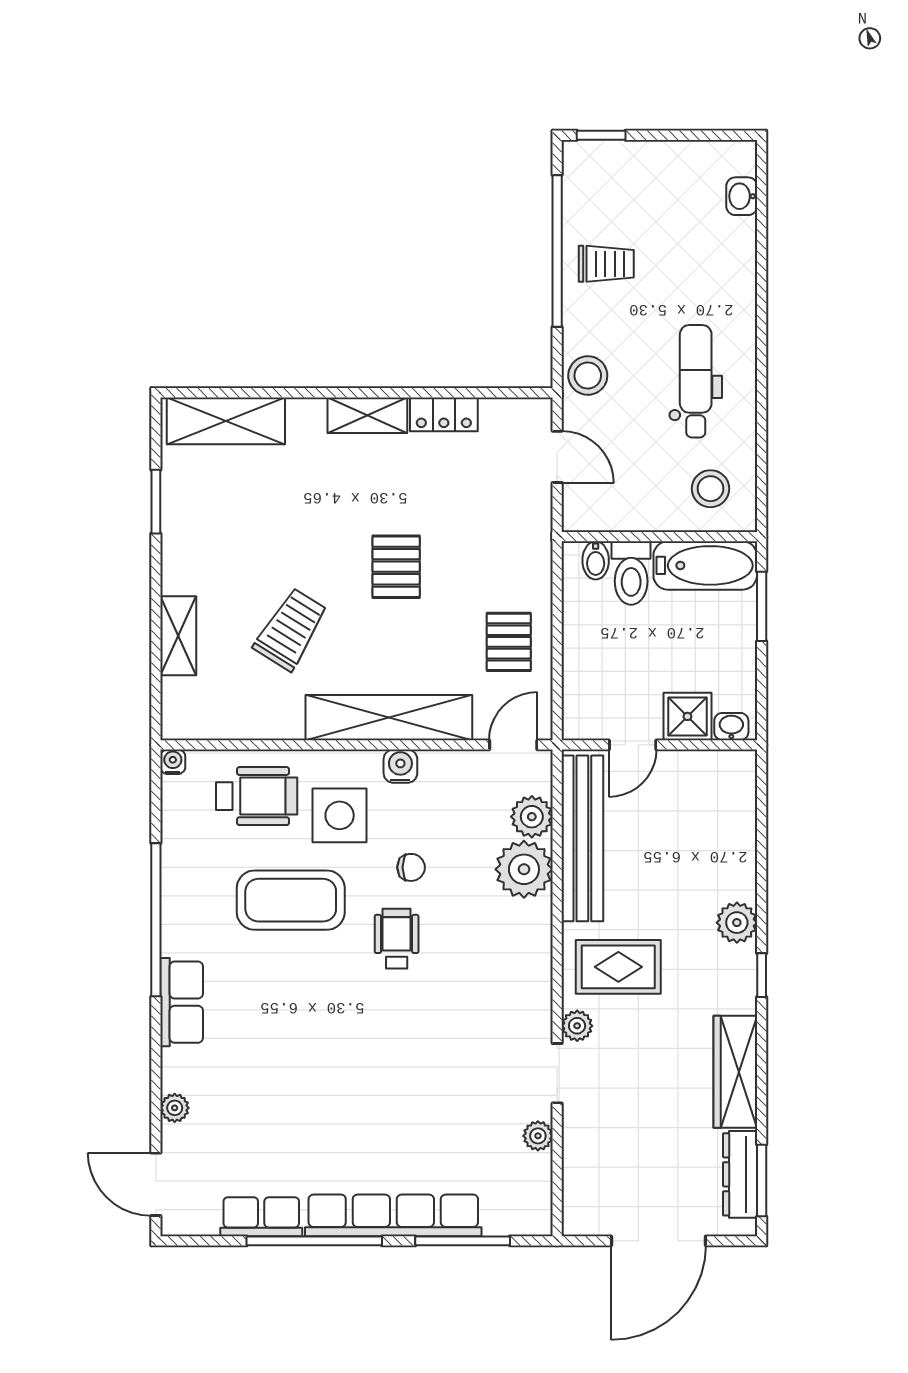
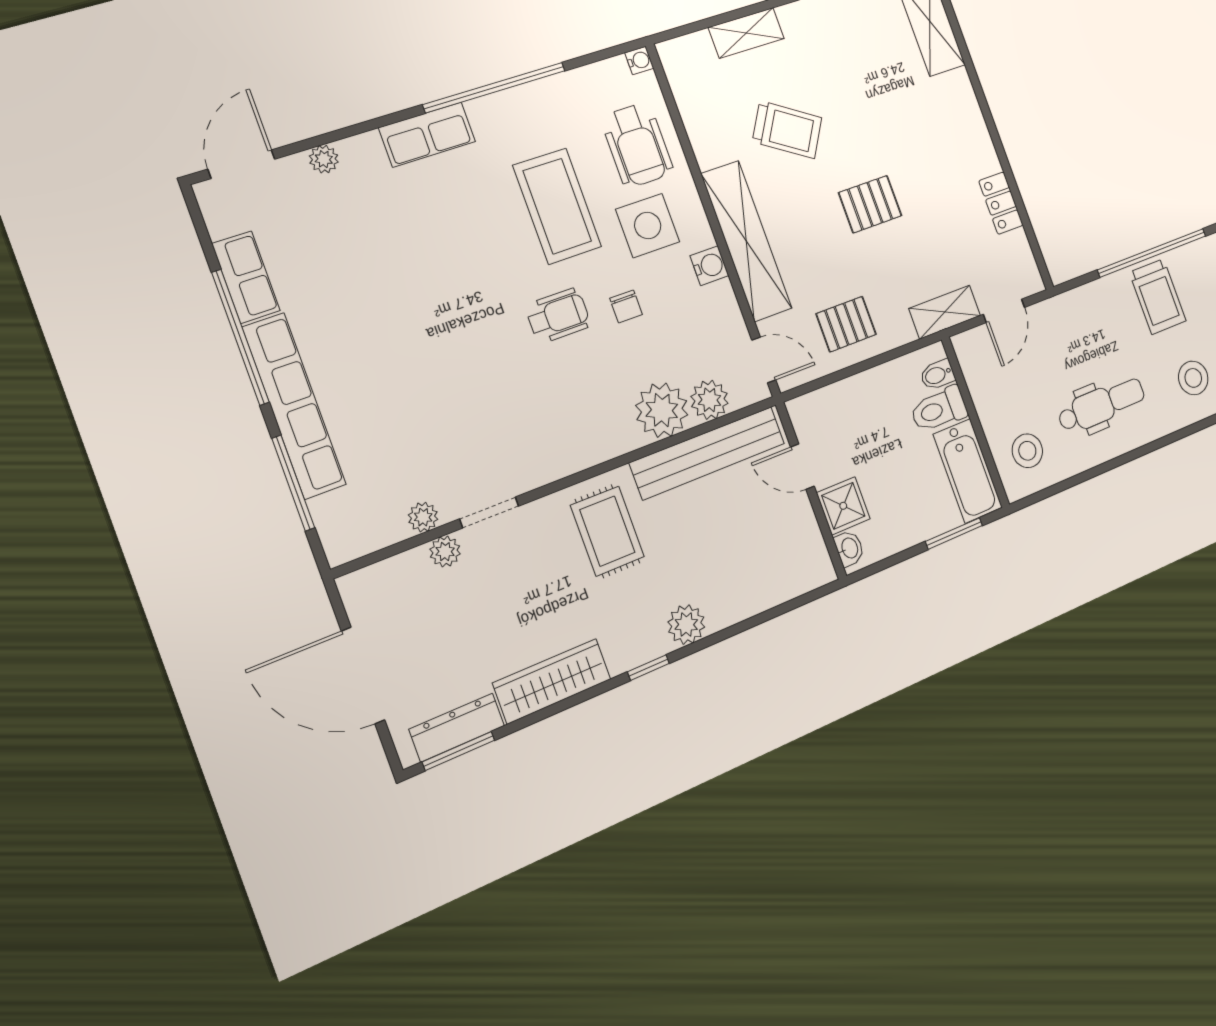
trolley: (606, 264) -> (1158, 297), width x1.36, depth x1.39
stool: (588, 375) -> (1193, 378), moved
shelving: (367, 415) -> (945, 312), moved, turned 90
plant: (577, 1026) -> (445, 552), moved

